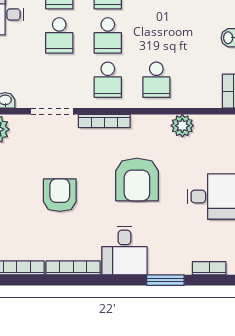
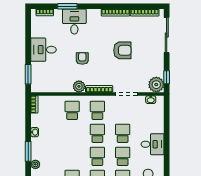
plant: (182, 126) -> (79, 86), moved
armchair: (137, 180) -> (82, 58), width x0.53, depth x0.53
armchair: (60, 195) -> (122, 50), turned -90
desk: (124, 251) -> (74, 22), moved

